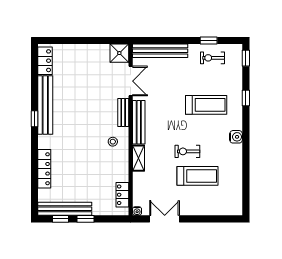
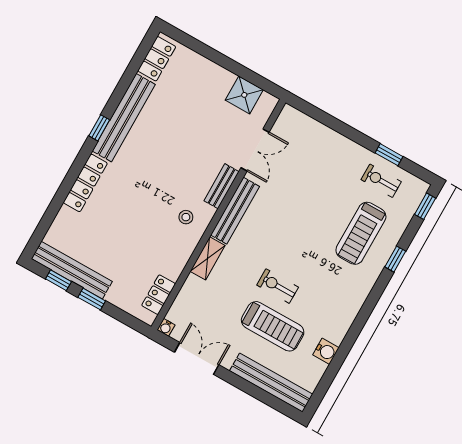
bench: (160, 51) -> (271, 383), moved
shower: (119, 53) -> (244, 95), moved
treadmill: (206, 105) -> (361, 233), moved, turned 90
water cooler: (236, 137) -> (326, 351), moved
locker: (44, 169) -> (85, 183), moved

